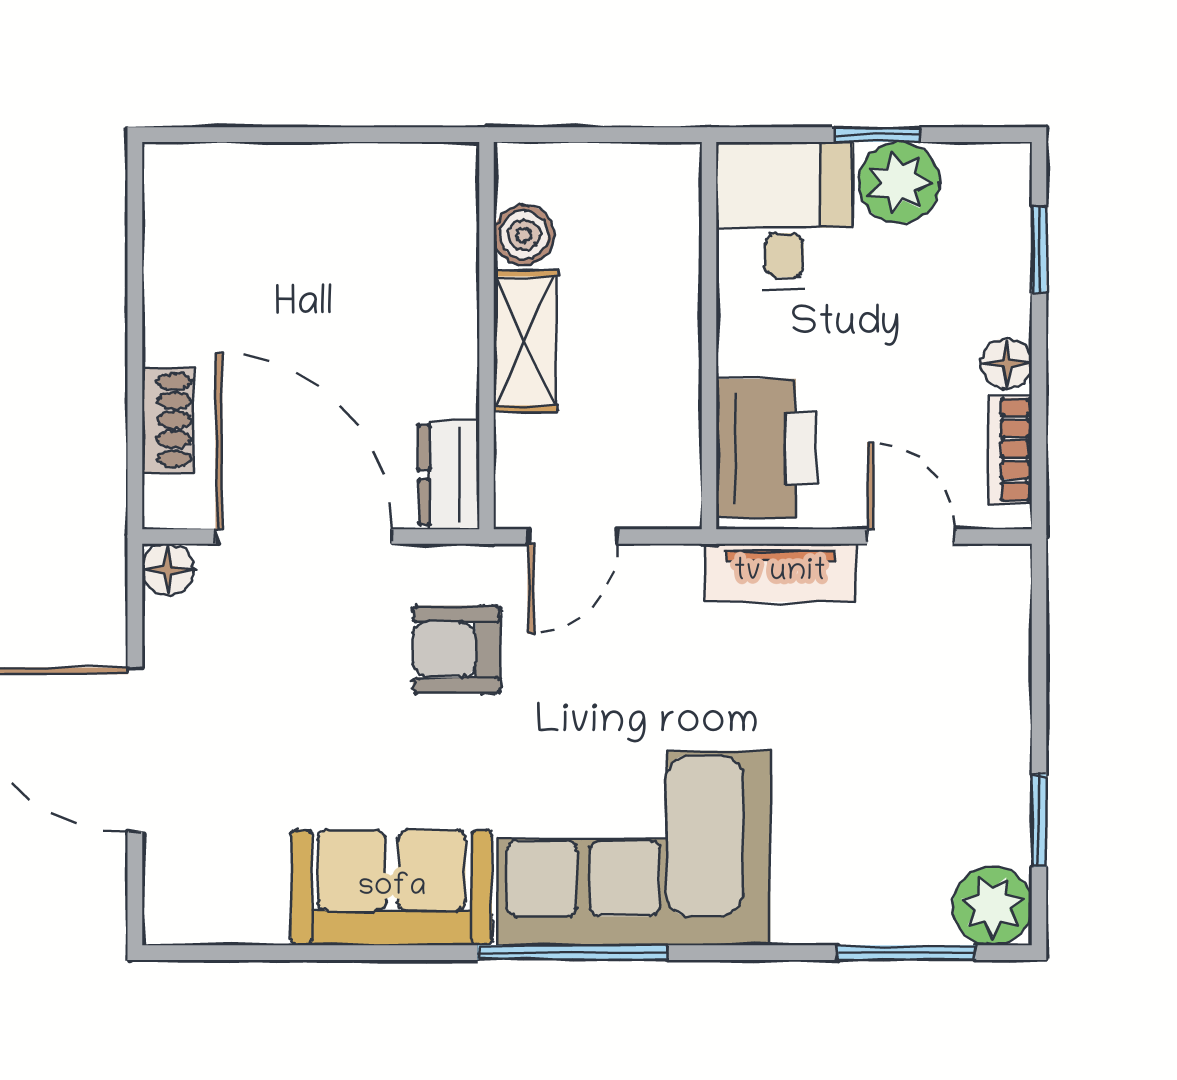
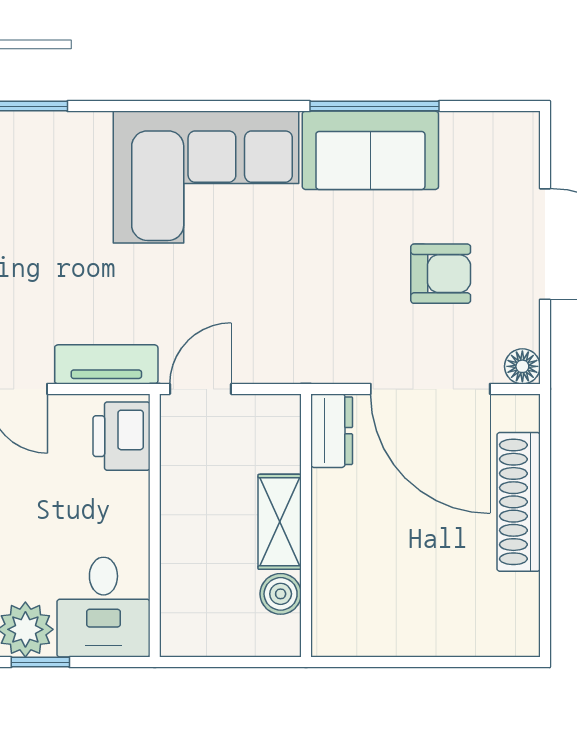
shoe rack: (168, 420) -> (519, 502), width x1.94, depth x1.24
printer: (766, 448) -> (122, 436), width x0.73, depth x0.84
door: (573, 536) -> (201, 389), moved
armchair: (457, 649) -> (441, 274), moved
window: (572, 953) -> (374, 106), moved

